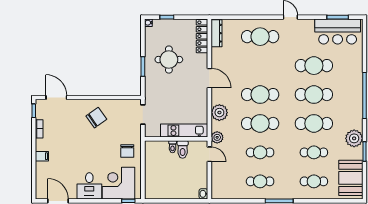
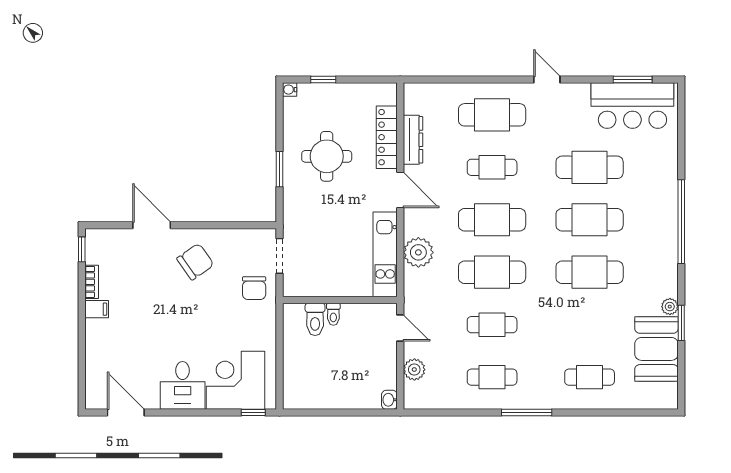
dresser: (217, 33) -> (413, 140), moved
locker: (202, 36) -> (387, 137), moved
door: (56, 98) -> (152, 225), moved
kitchen unit: (184, 131) -> (385, 254), moved, turned -90
plant: (217, 137) -> (414, 370), moved
plant: (354, 138) -> (670, 307), width x0.53, depth x0.53
toilet: (183, 149) -> (315, 319), moved
chair: (127, 151) -> (254, 288), moved
cafe table: (314, 152) -> (492, 167), moved
filing cabinet: (42, 156) -> (97, 309), moved
booth: (351, 178) -> (656, 349), moved

